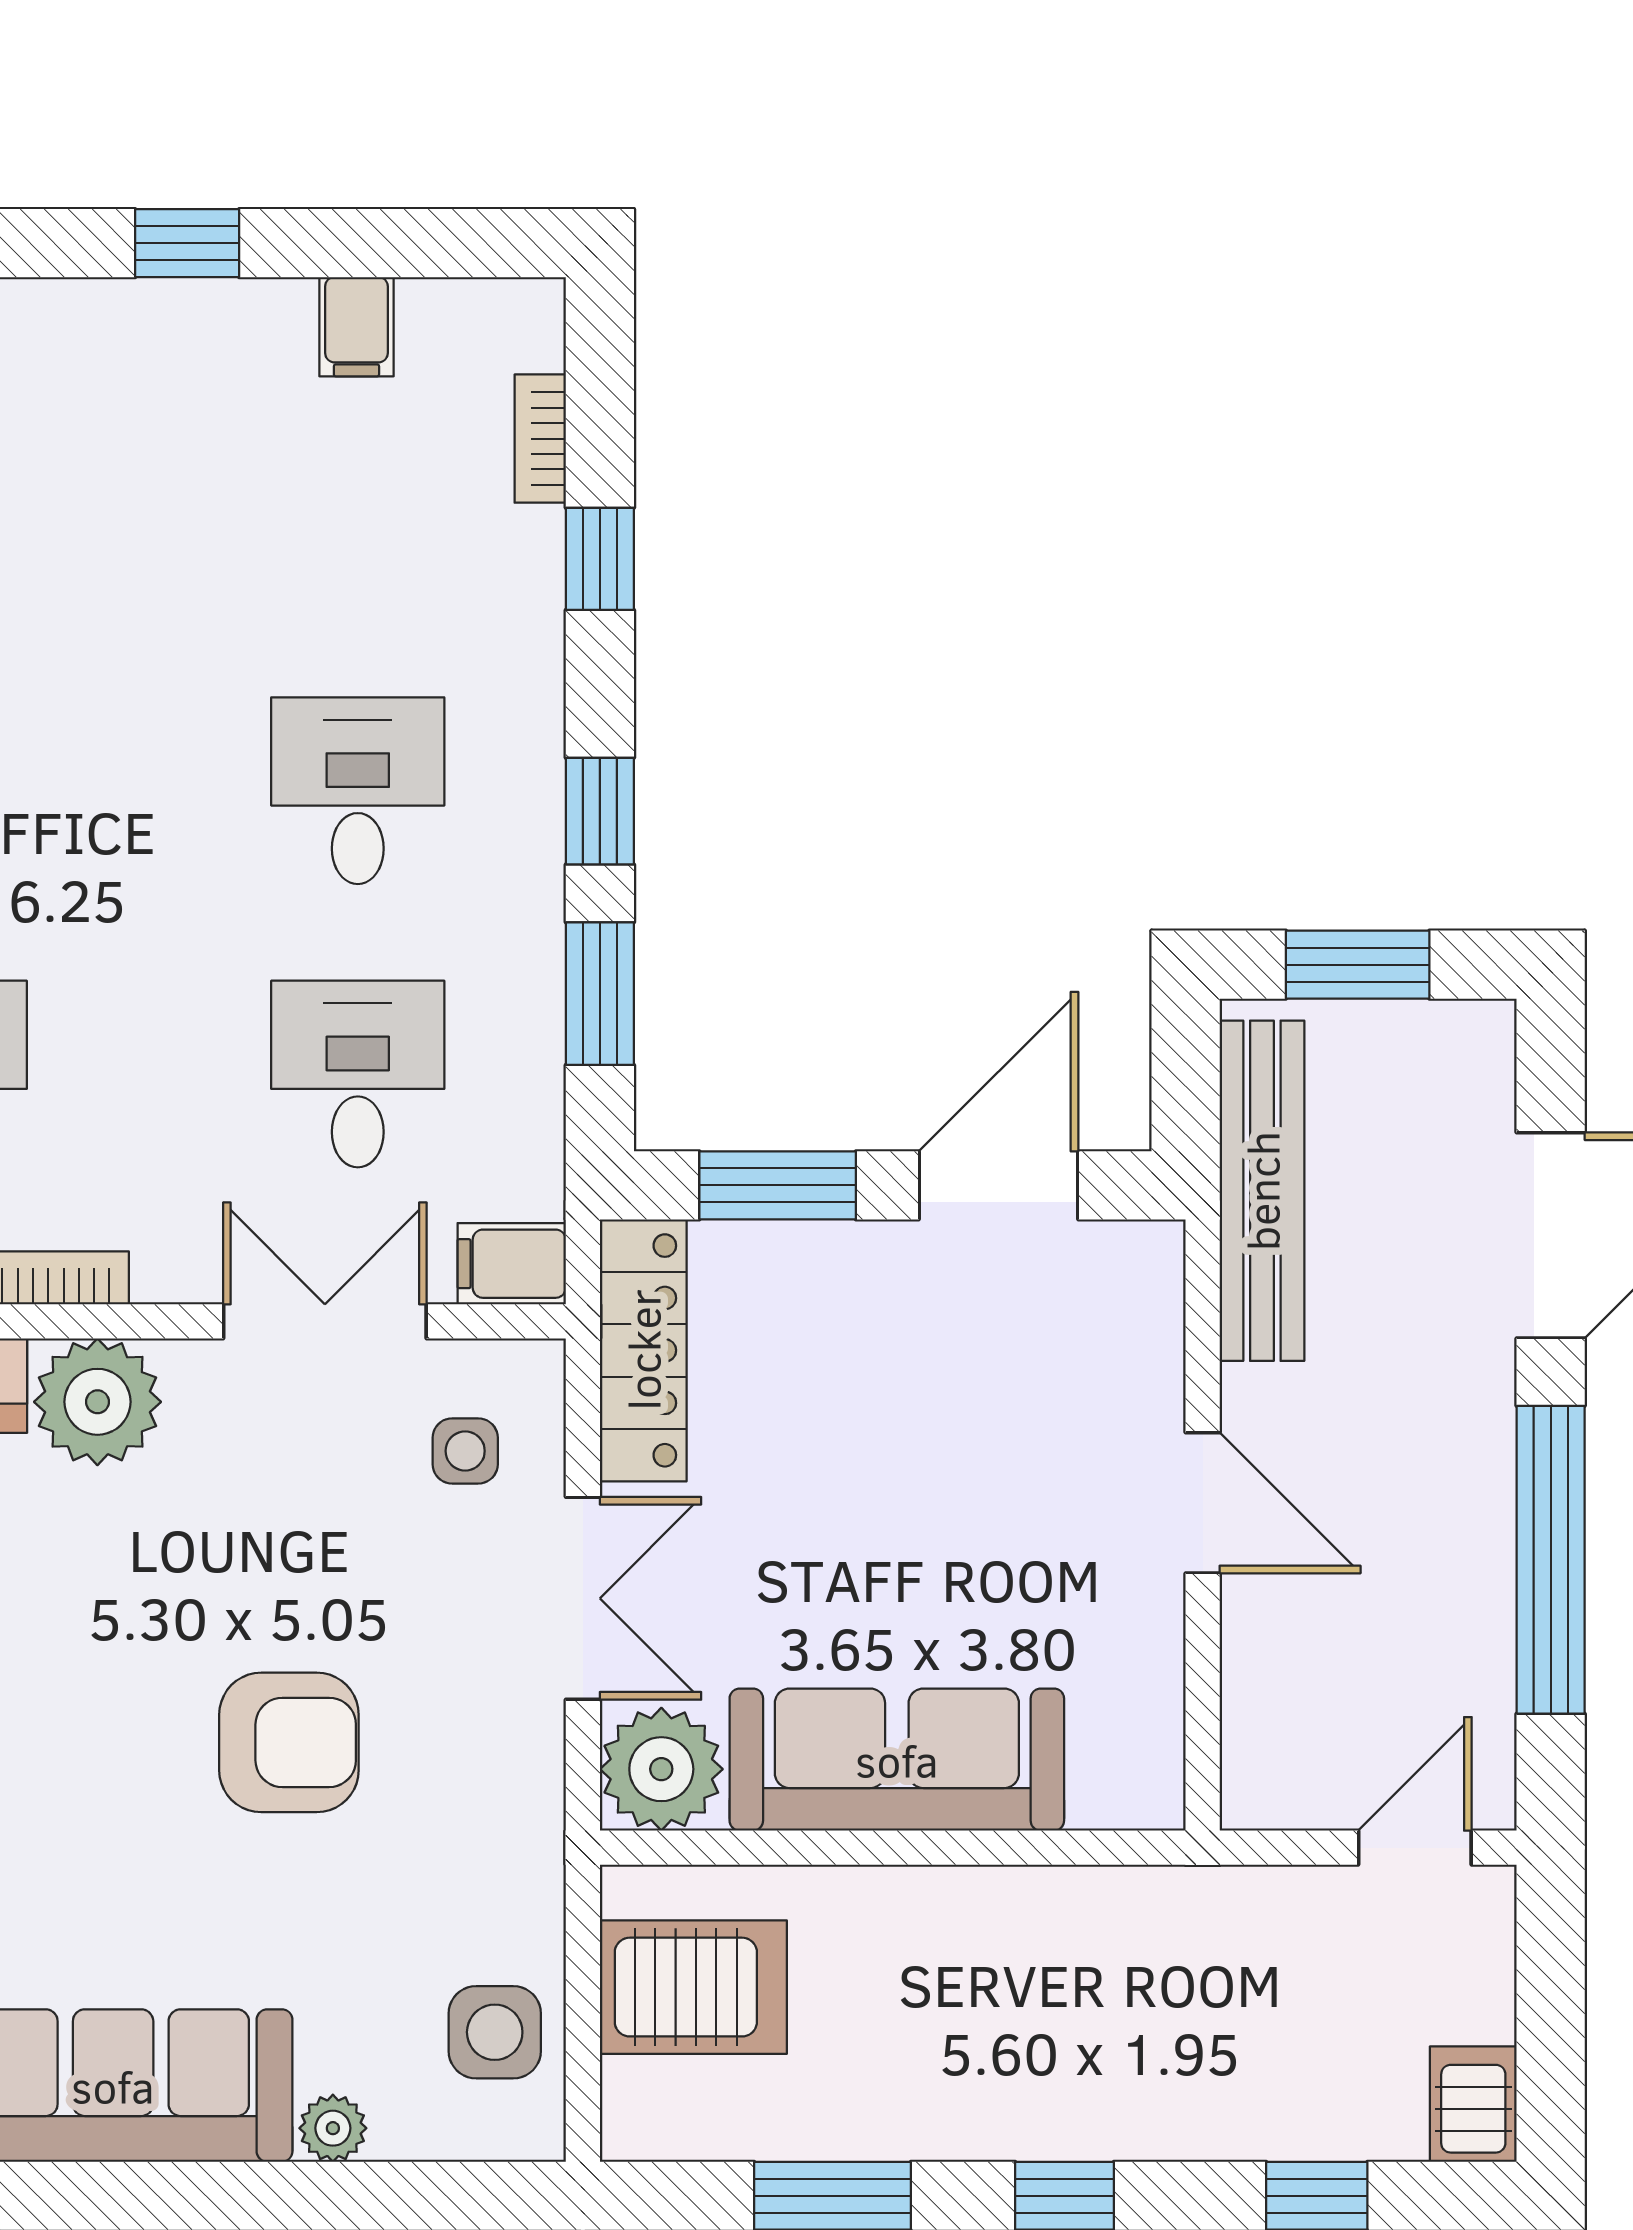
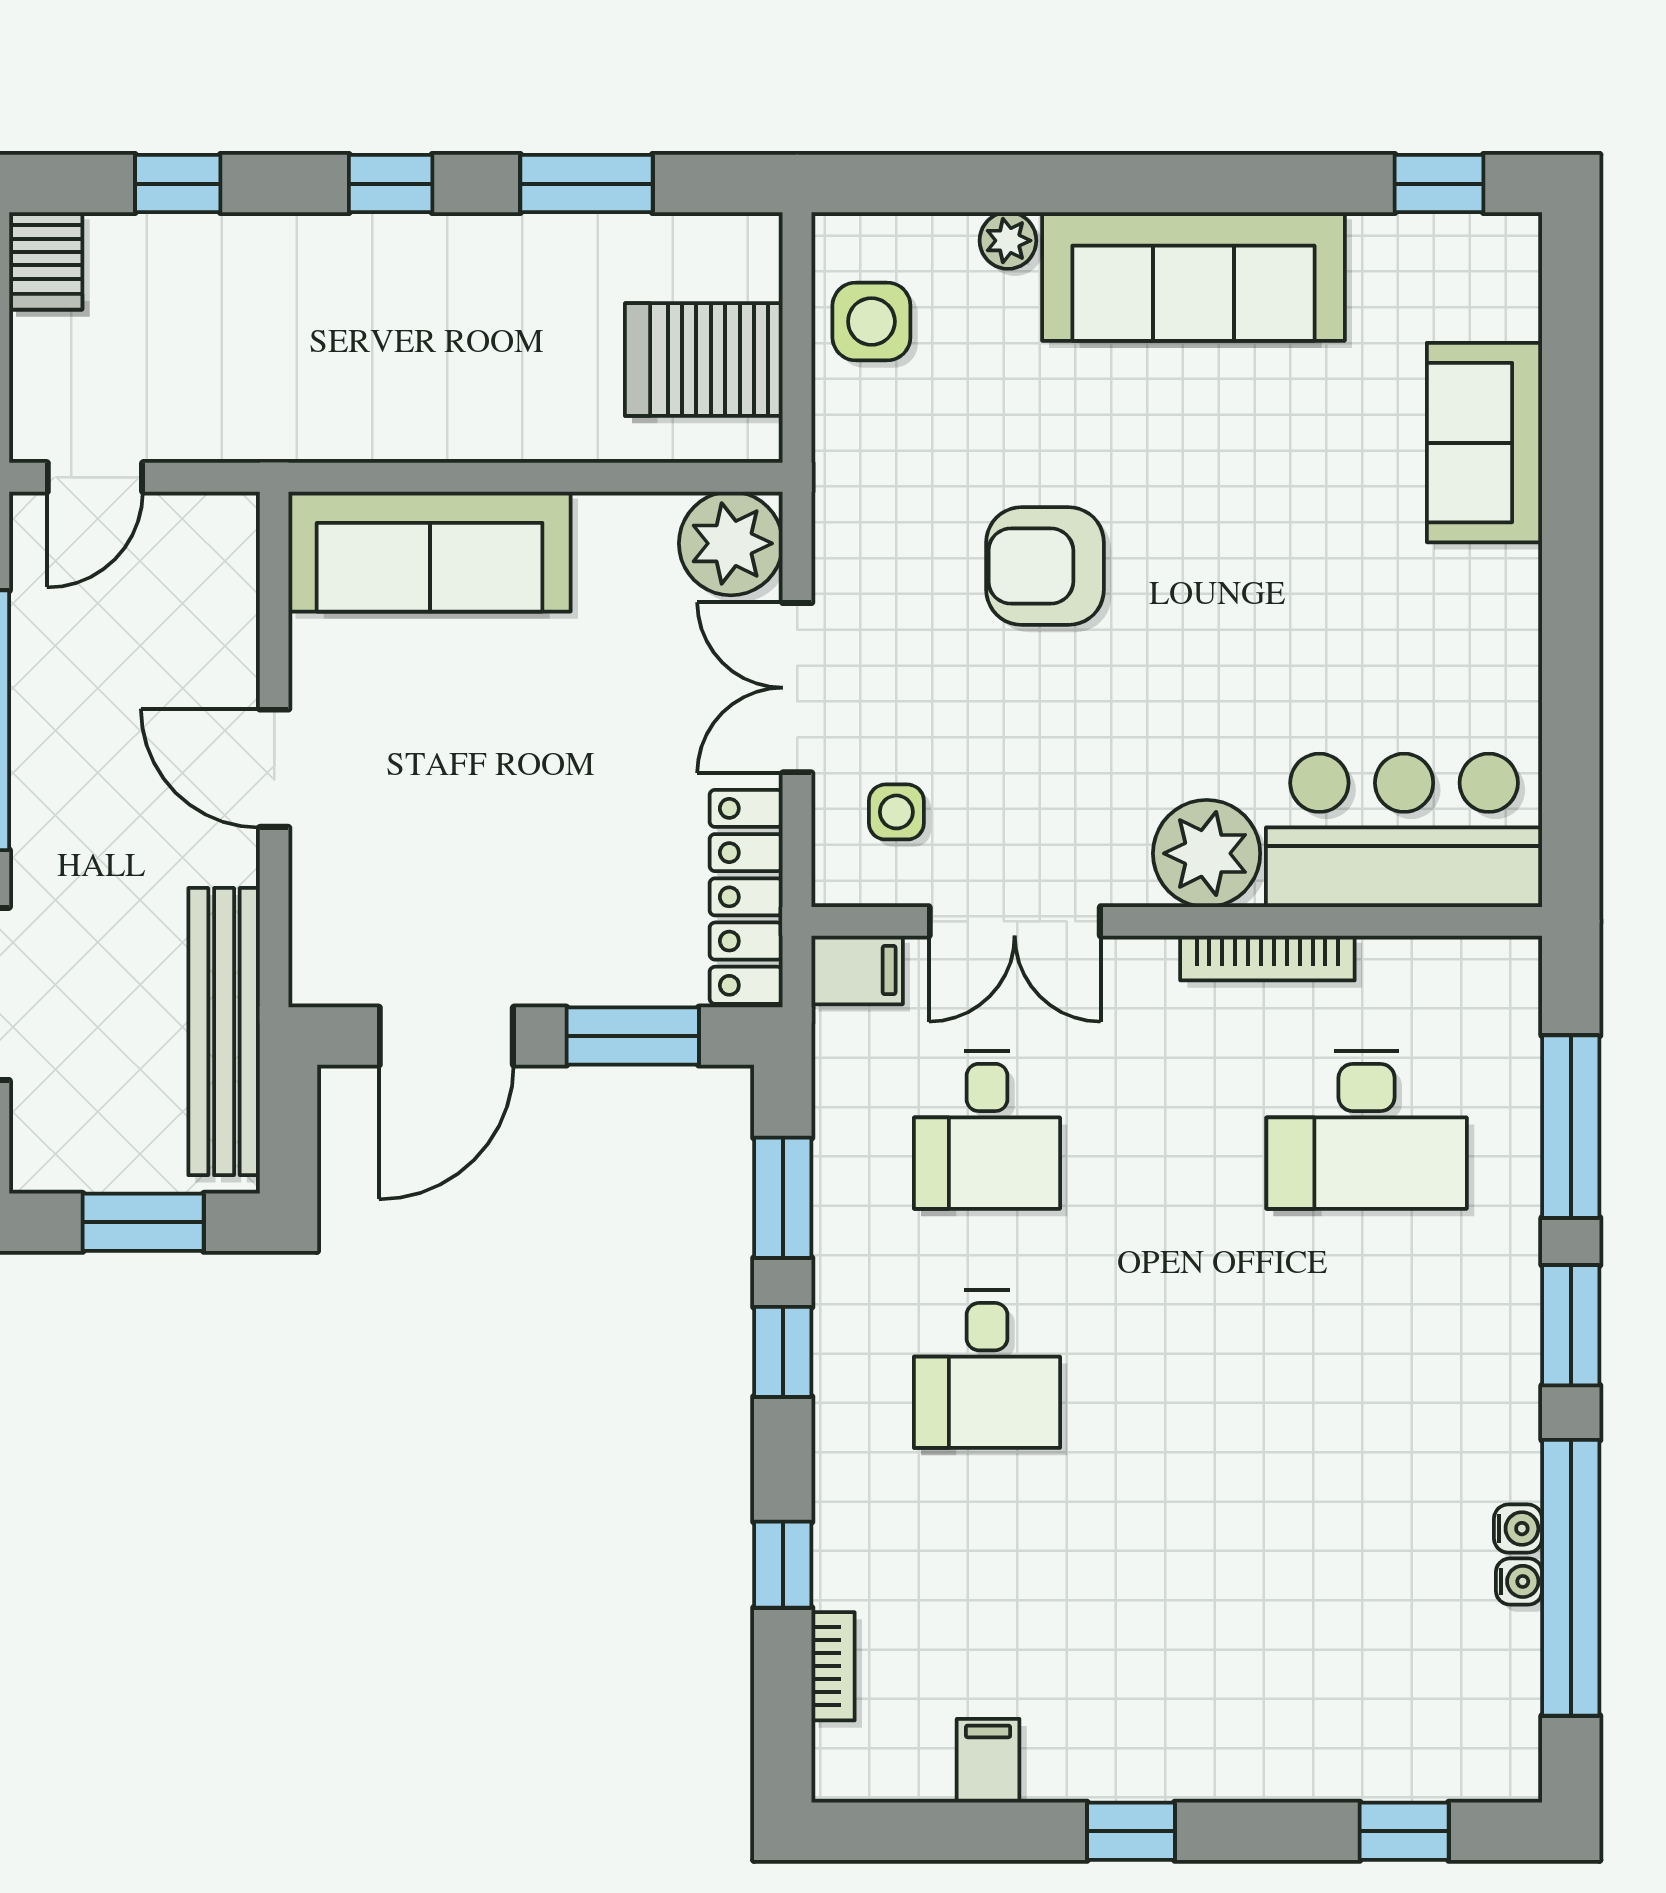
sofa: (897, 1760) -> (430, 552), moved

